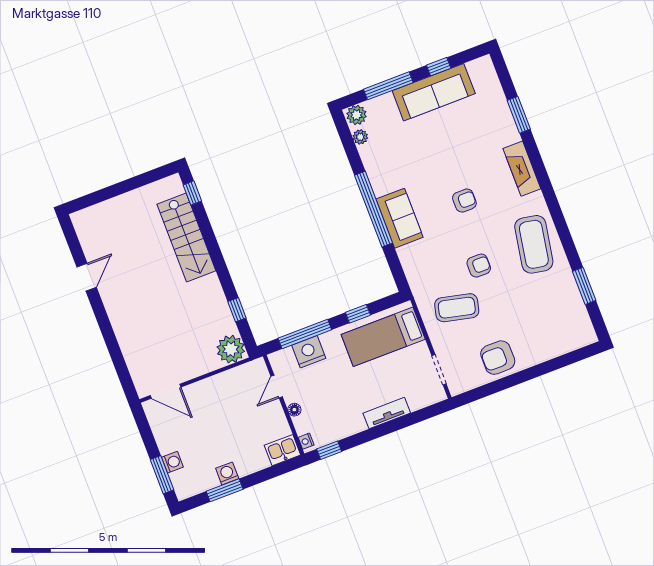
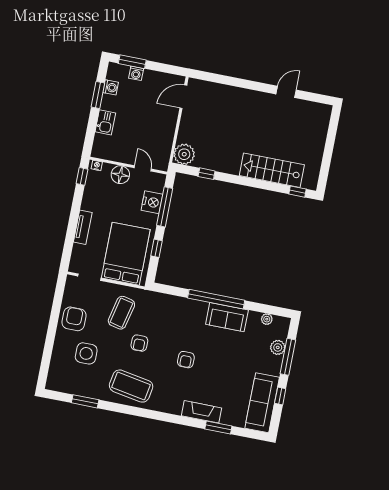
sofa: (434, 92) -> (262, 403), moved
plant: (357, 115) -> (278, 347), moved
fireplace: (522, 169) -> (202, 412), moved
sofa: (400, 218) -> (227, 317), moved
door: (87, 277) -> (286, 92), swing flipped
side table: (529, 319) -> (86, 353), added
bed: (383, 337) -> (126, 254), width x1.50
floor lamp: (294, 410) -> (120, 175), width x1.89, depth x1.89
kitchen sink: (282, 450) -> (105, 122), moved
washing machine: (227, 473) -> (111, 87), moved

